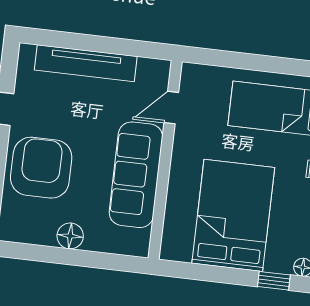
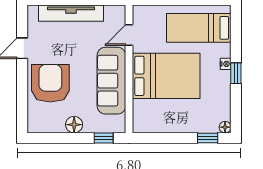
bed: (233, 215) -> (166, 76), moved, turned 90
window: (113, 262) -> (104, 138), added

